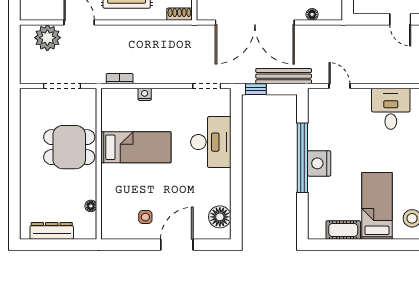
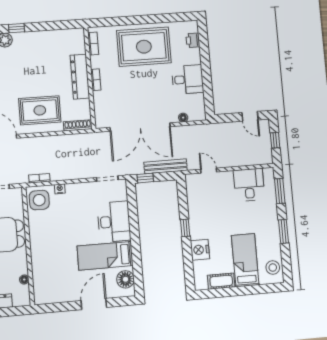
shoe rack: (179, 14) -> (78, 125), width x1.43
bed: (136, 147) -> (105, 256), moved, turned 180
window: (302, 158) -> (185, 228), width x0.32
nightstand: (319, 163) -> (200, 250), moved
side table: (145, 217) -> (39, 200), moved, width x1.87, depth x1.87

